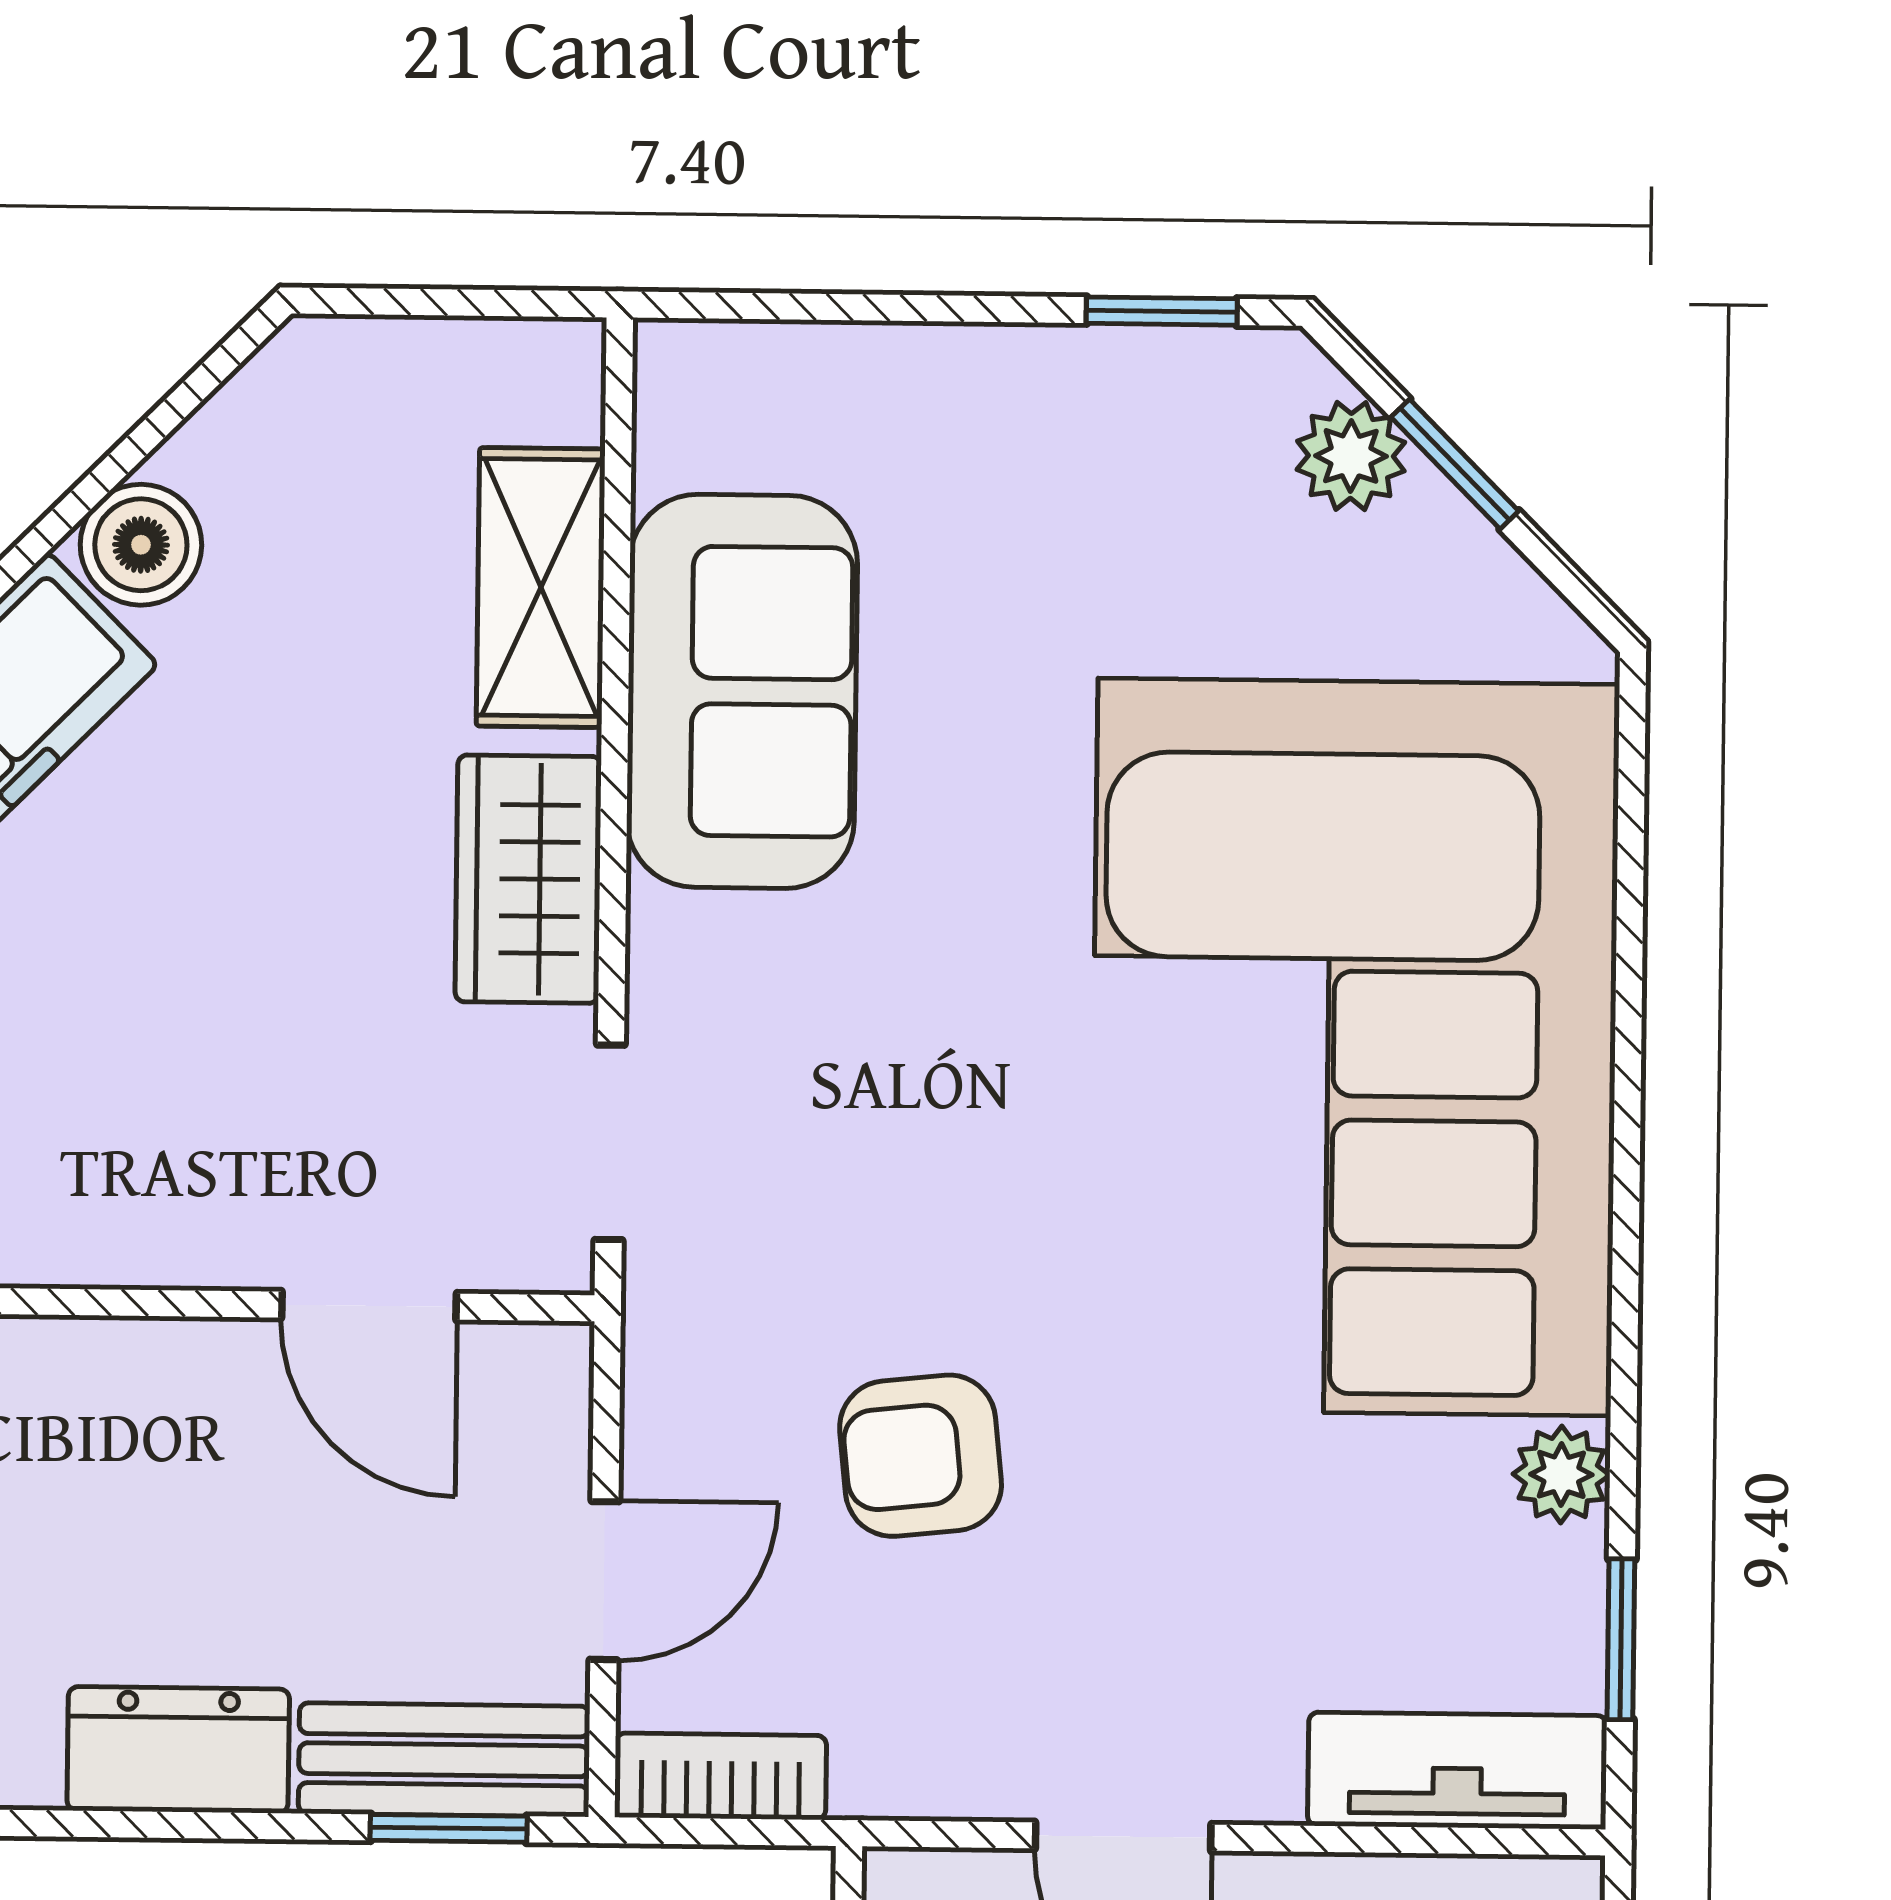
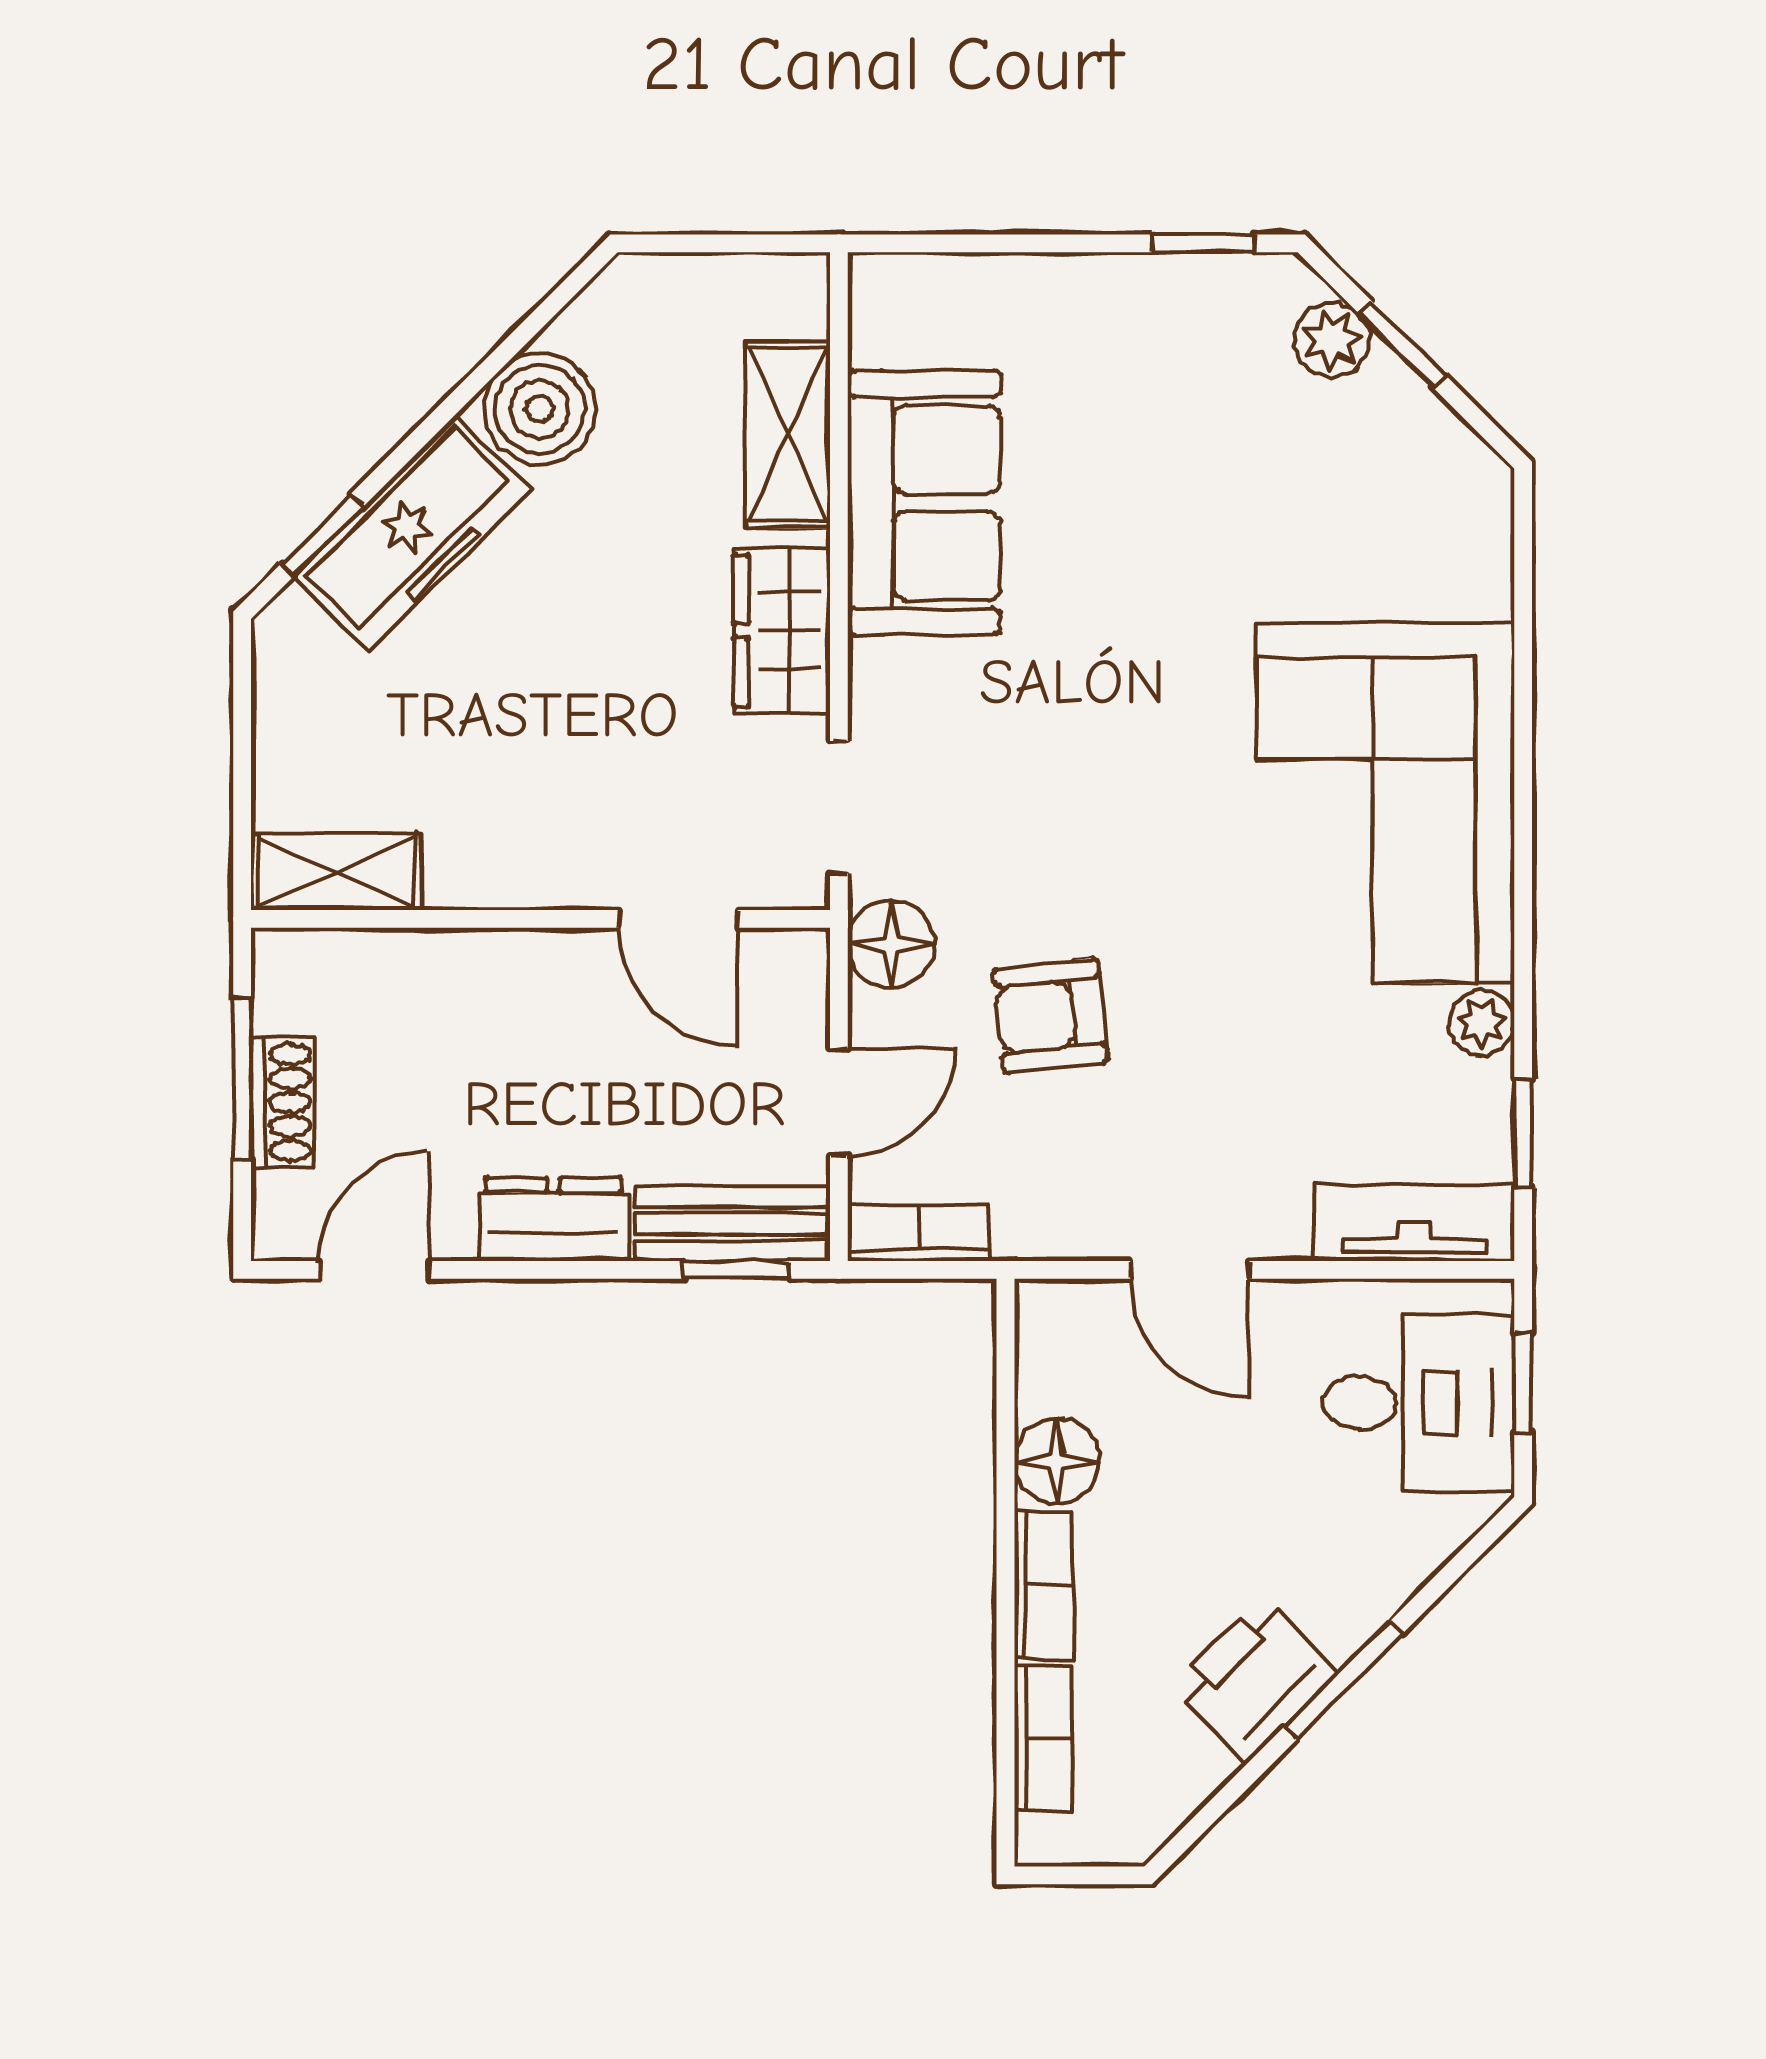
boiler: (141, 545) -> (539, 409), width x1.36, depth x1.36
corner sofa: (1354, 1047) -> (1385, 802), width x0.73, depth x0.74
floor lamp: (685, 1347) -> (891, 944), added

